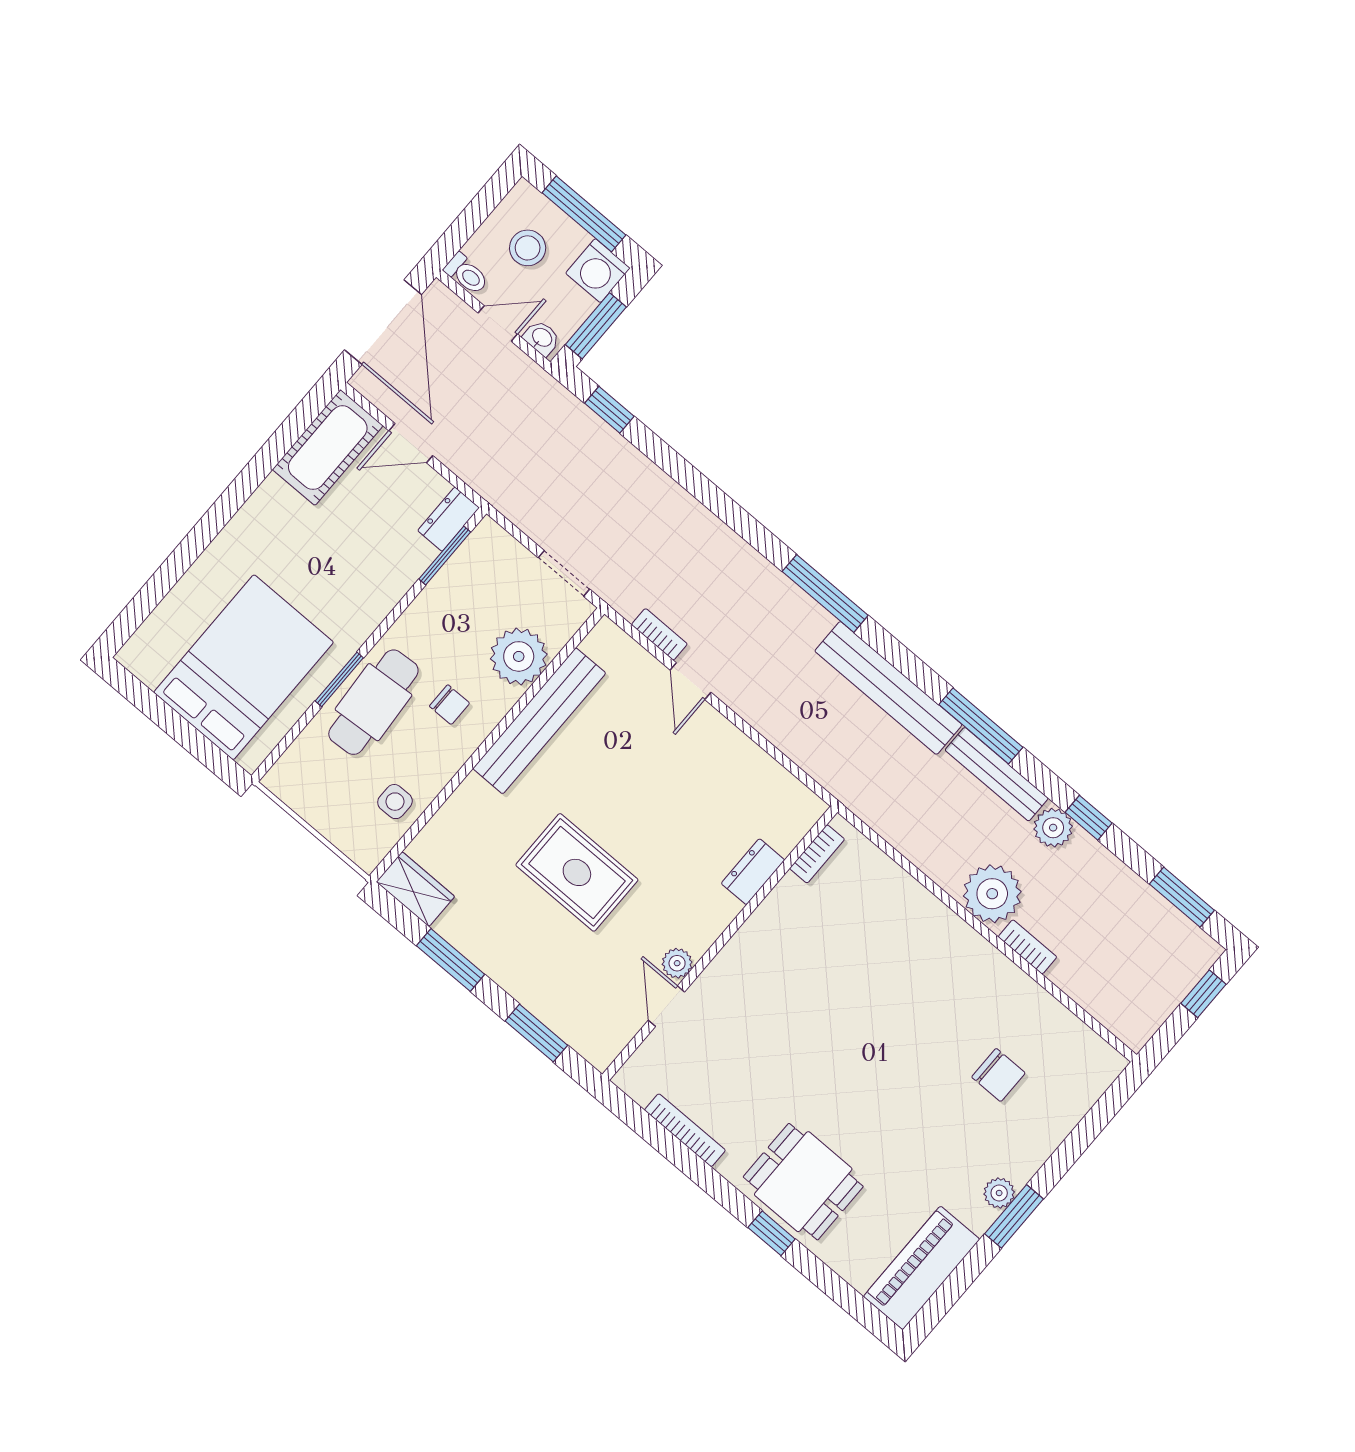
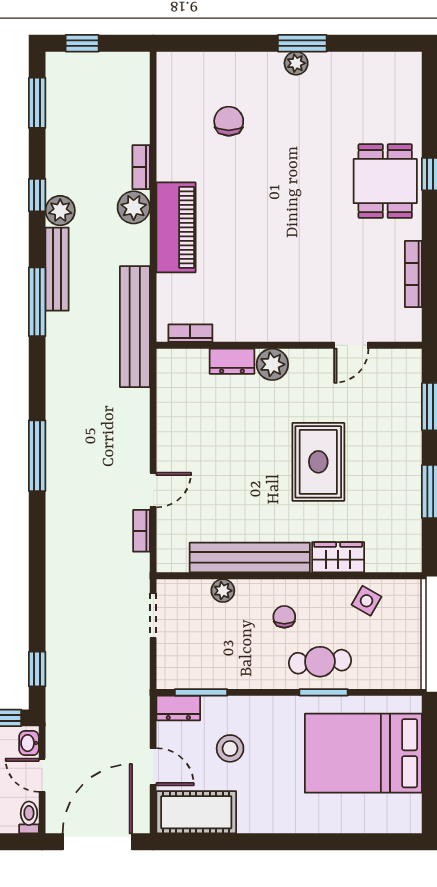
stool: (363, 537) -> (230, 748), added
plant: (519, 656) -> (223, 591), width x0.53, depth x0.53
bench: (888, 688) -> (135, 327), moved
cafe table: (373, 702) -> (320, 662), width x0.73, depth x0.74
side table: (395, 802) -> (366, 601), turned 30
wardrobe: (415, 889) -> (338, 557), moved, turned 90
plant: (992, 894) -> (134, 207), width x0.73, depth x0.73
plant: (677, 963) -> (272, 364), moved, width x1.38, depth x1.38
piano: (922, 1268) -> (176, 227), moved, turned -90

